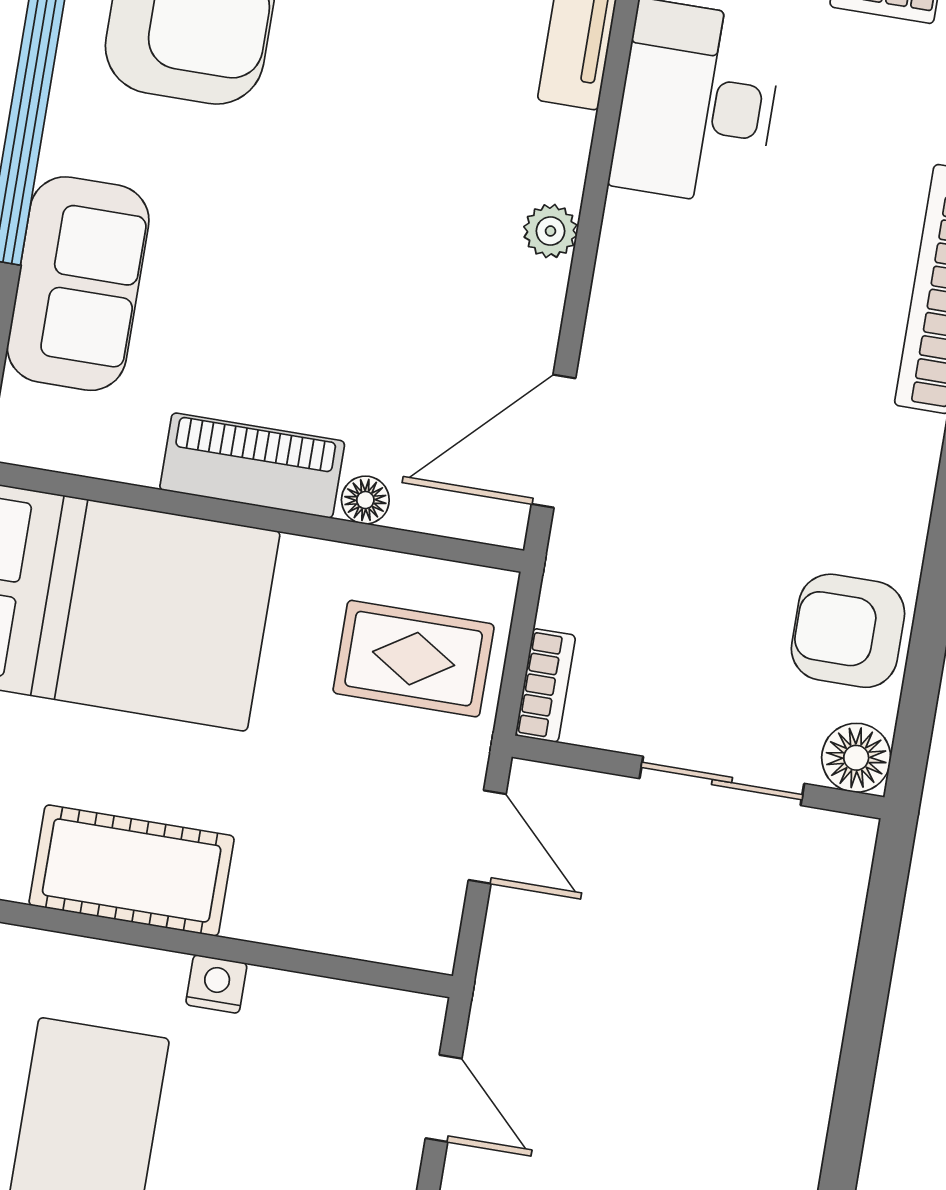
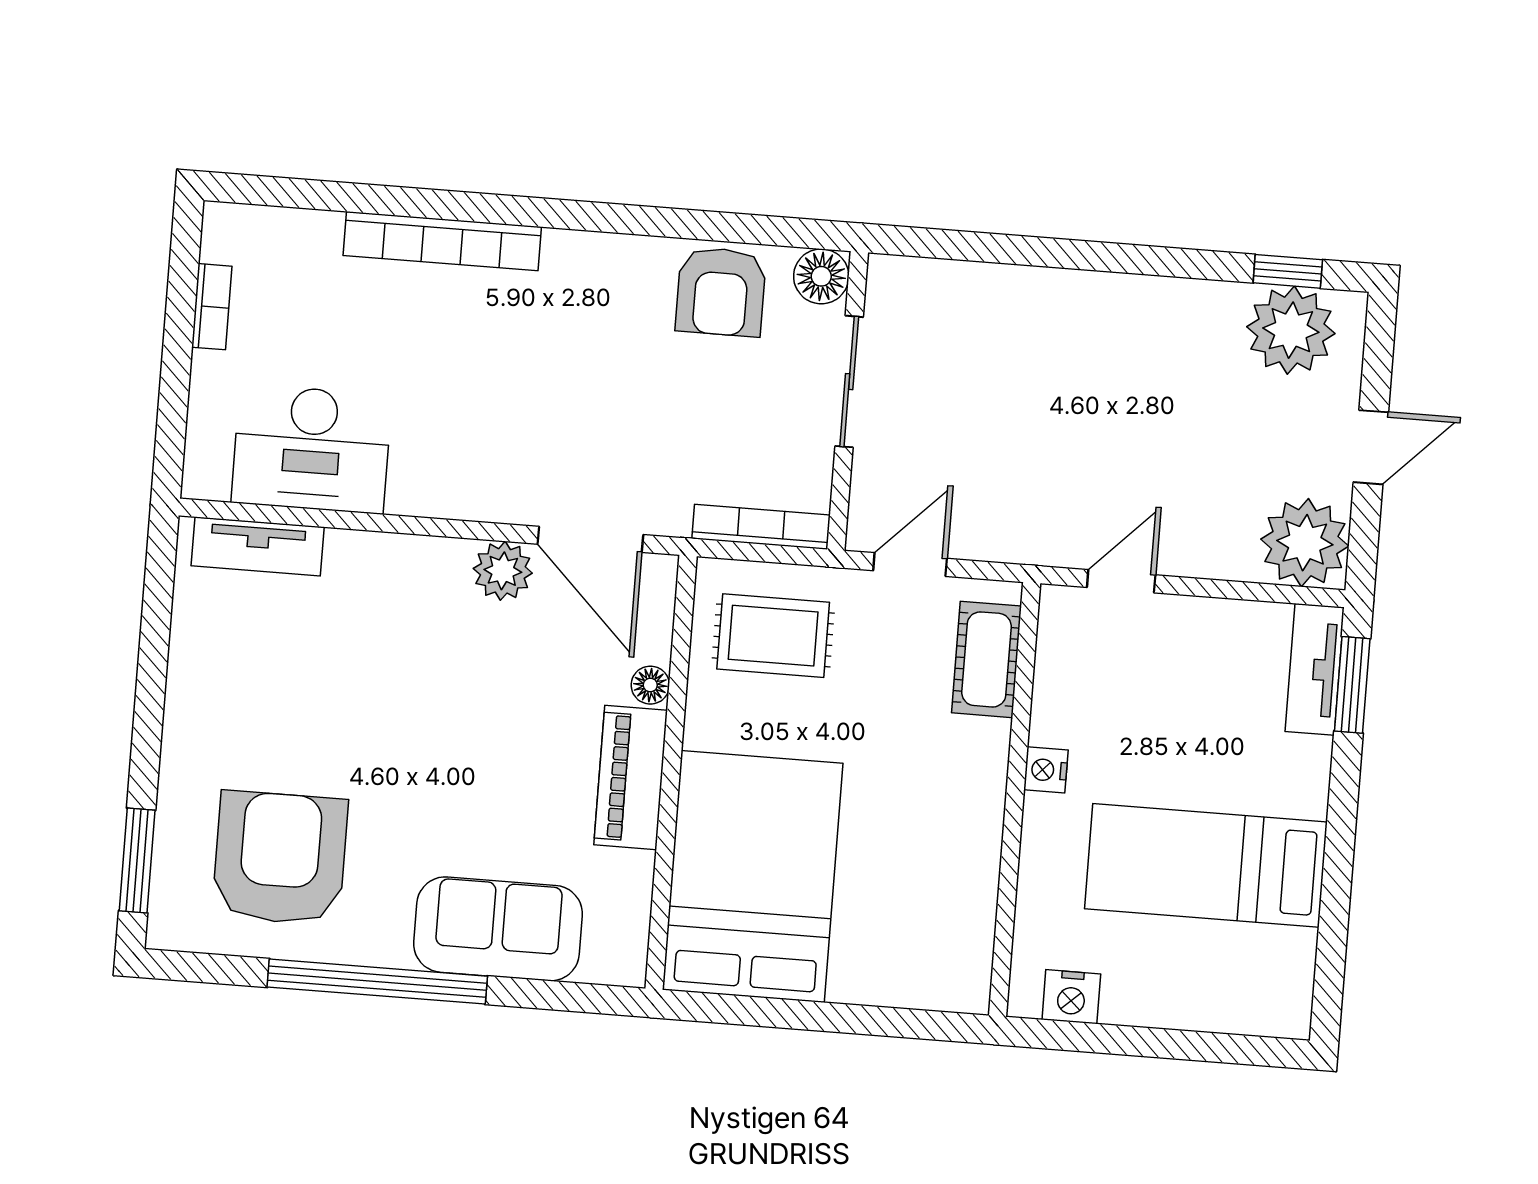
plant: (550, 231) -> (503, 571), moved, width x1.38, depth x1.38
rug: (414, 659) -> (773, 636), turned 90
bookcase: (545, 685) -> (761, 527), width x1.56
cot: (132, 870) -> (986, 659), moved, width x0.73, depth x0.75

